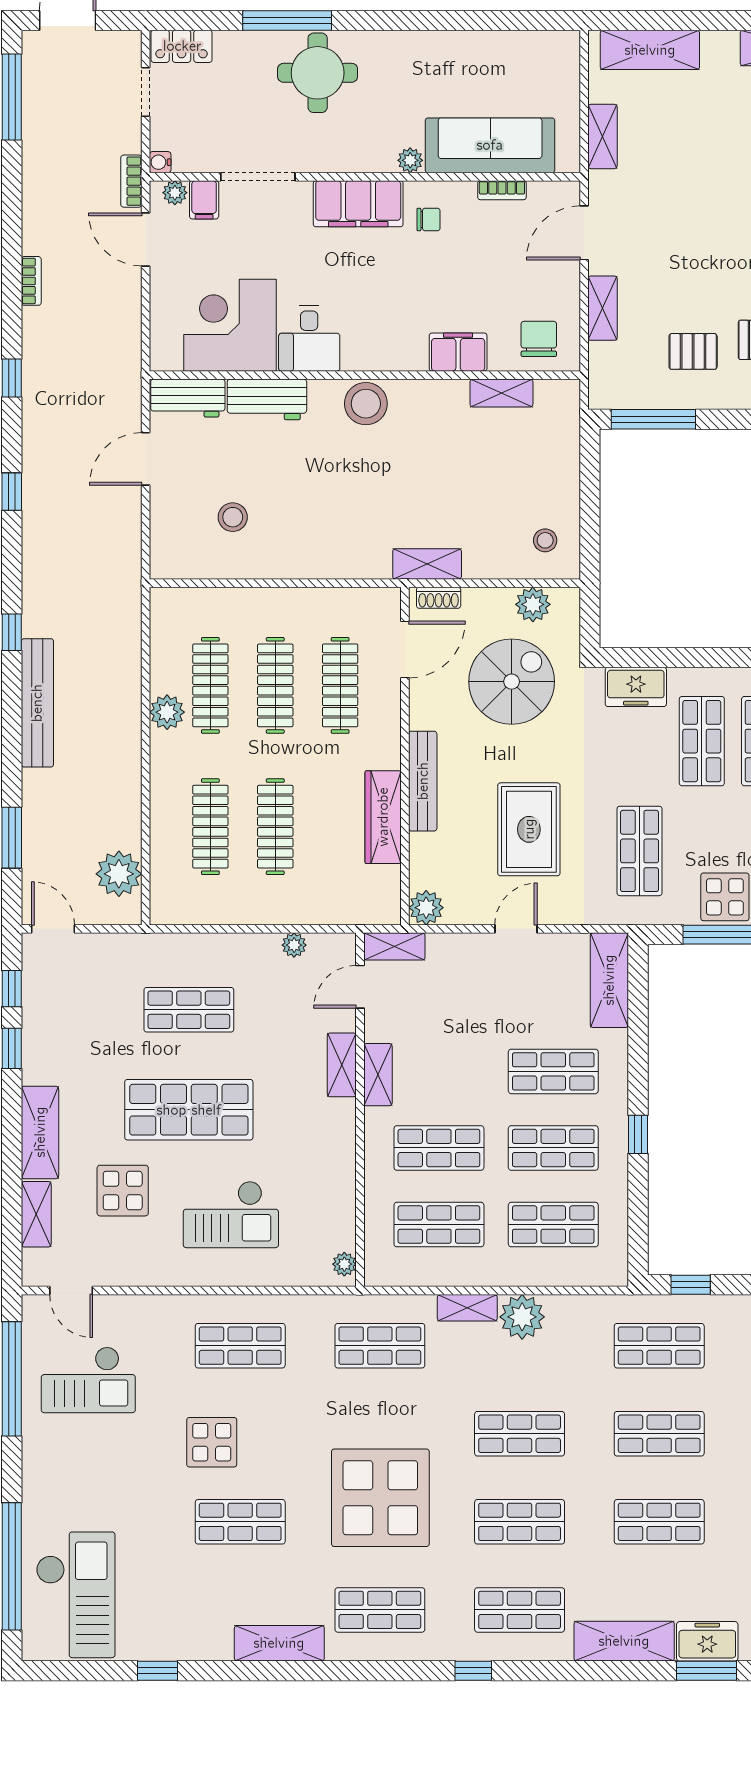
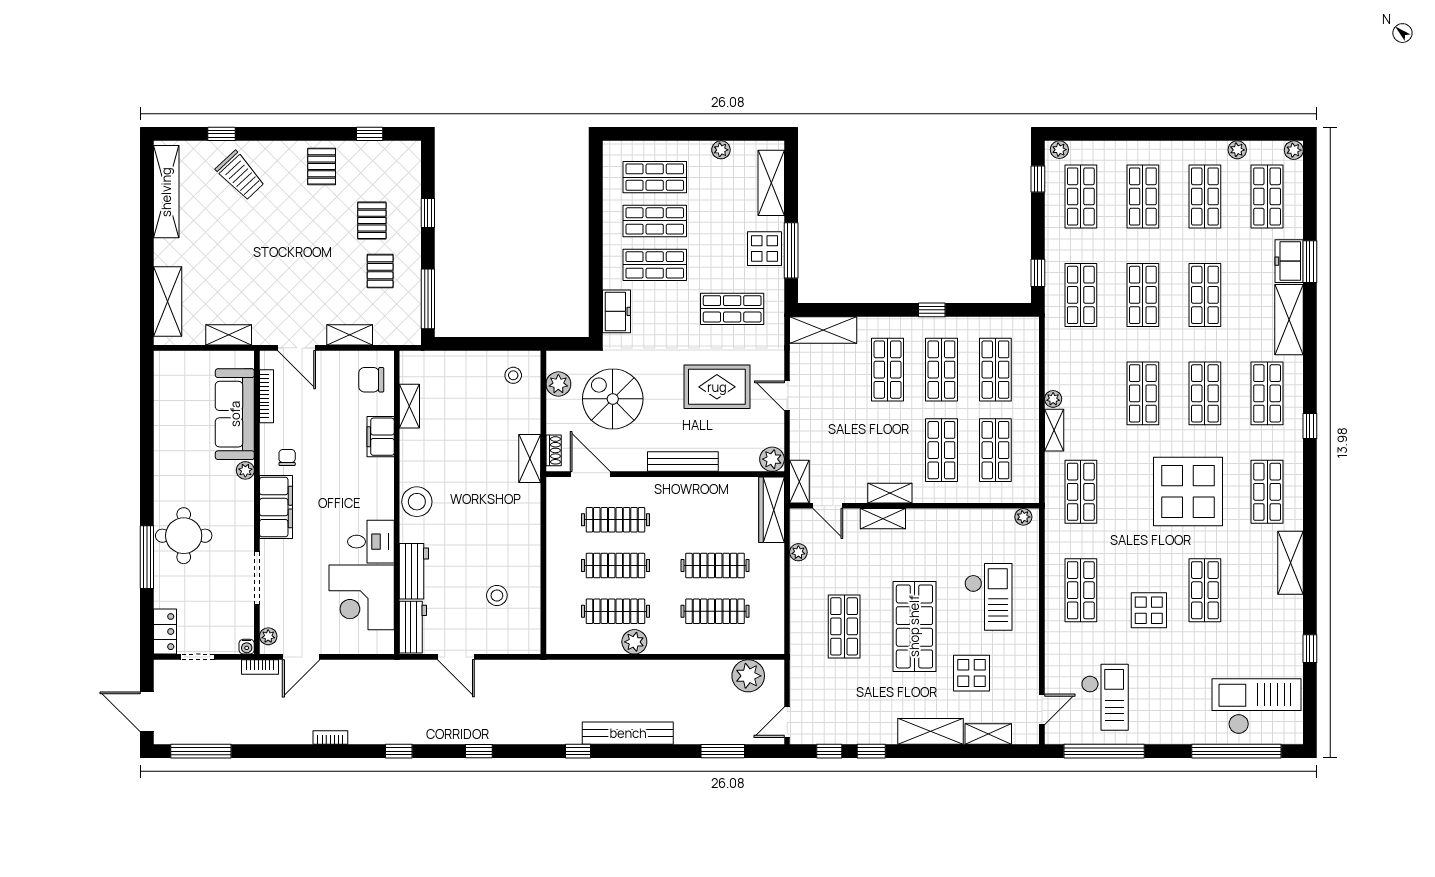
bookcase: (502, 190) -> (266, 396), width x1.56
filing cabinet: (204, 200) -> (273, 616), removed
wardrobe: (383, 817) -> (772, 510), moved, turned 90
plant: (522, 1317) -> (1053, 399), width x0.53, depth x0.53

